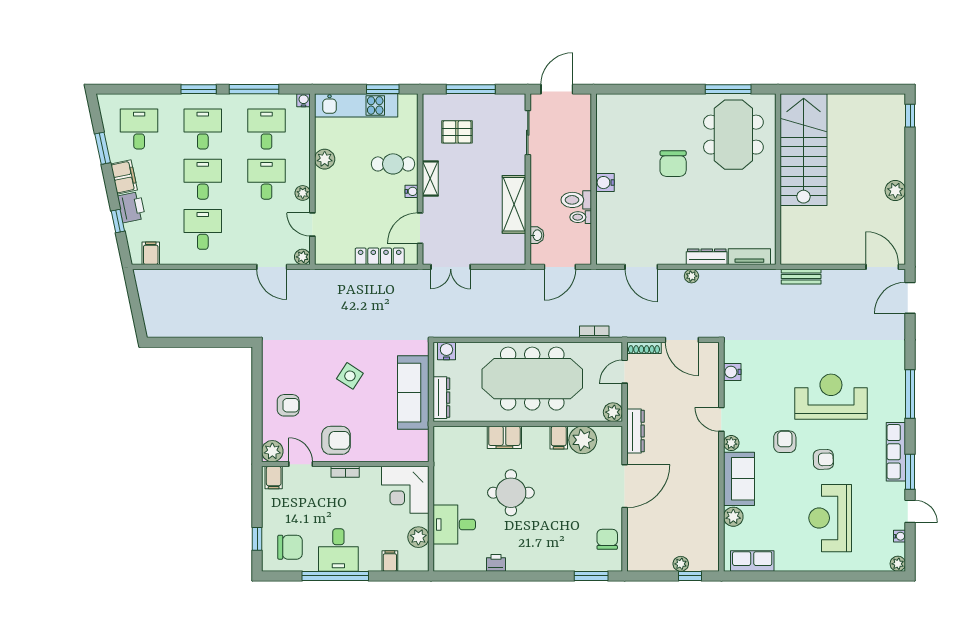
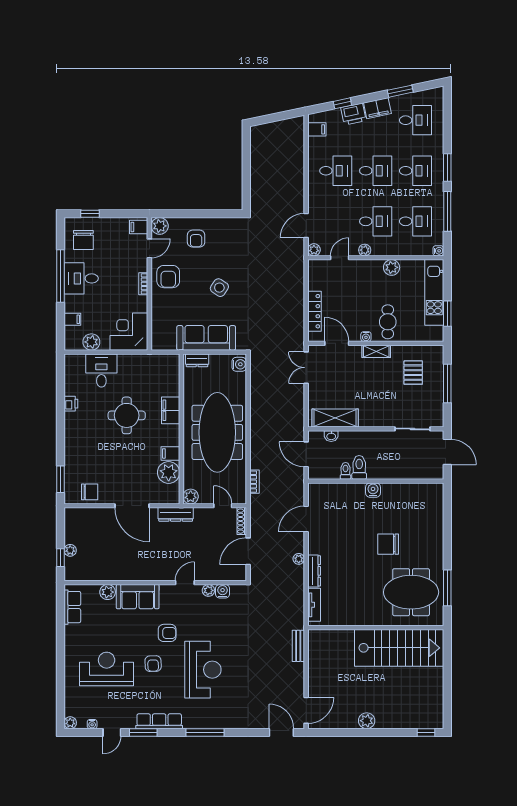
shelving: (514, 204) -> (335, 418), moved
dresser: (441, 398) -> (197, 360), width x0.70
plant: (731, 443) -> (208, 590), moved

